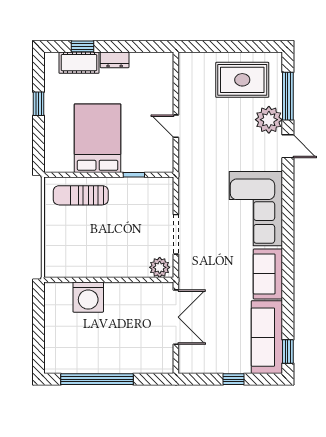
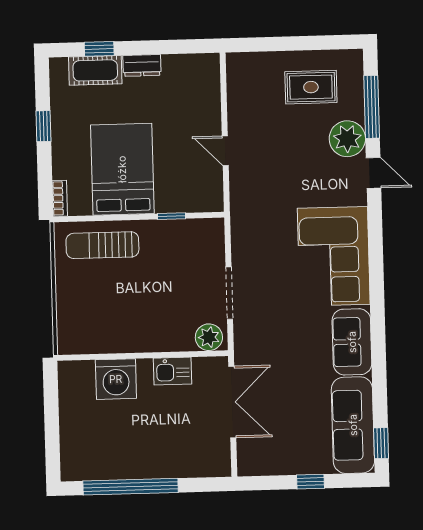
rug: (242, 80) -> (311, 87), width x0.73, depth x0.70
bookcase: (49, 159) -> (60, 198), added
kitchen sink: (131, 292) -> (173, 371), added

